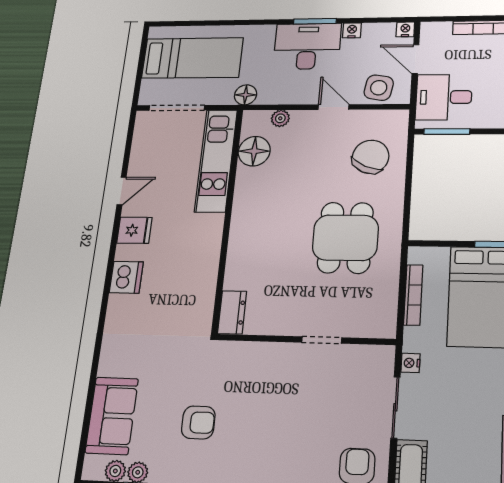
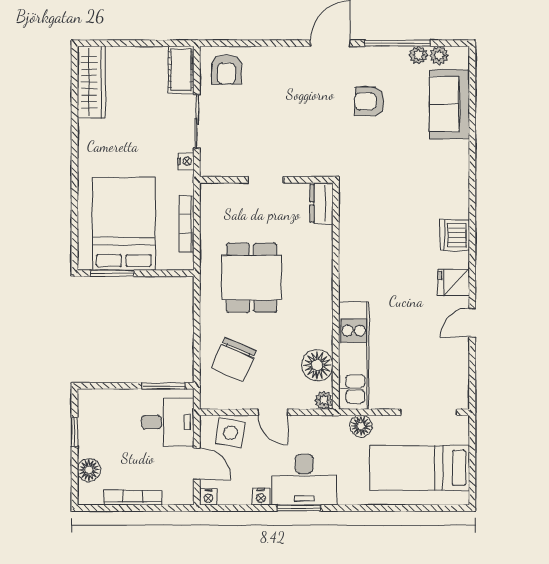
floor lamp: (254, 151) -> (317, 365), moved
kitchen unit: (216, 160) -> (354, 355), moved
wall: (228, 218) -> (336, 296), moved
dresser: (232, 312) -> (321, 203), moved

